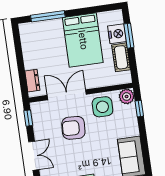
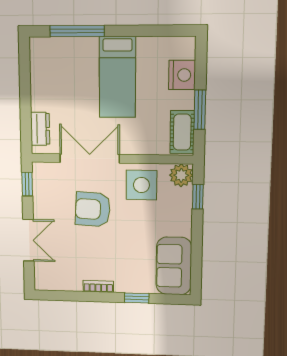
window: (129, 36) -> (200, 110), moved
bed: (83, 40) -> (117, 77), width x0.67
cot: (121, 57) -> (182, 132), moved

